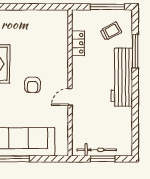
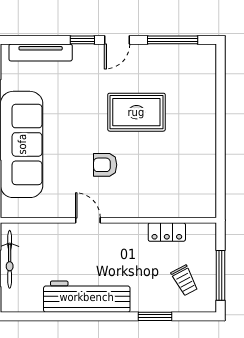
window: (135, 51) -> (155, 316), width x0.69
workbench: (122, 77) -> (87, 297), moved

